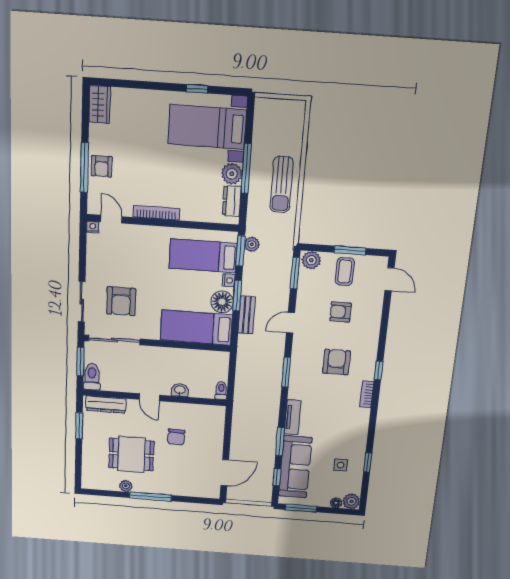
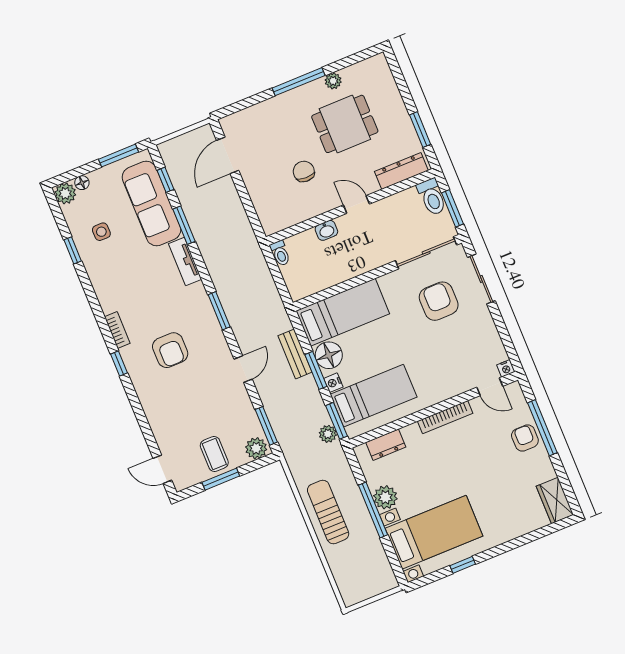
dresser: (232, 201) -> (386, 445), moved, turned 90
armchair: (340, 312) -> (196, 408), removed

